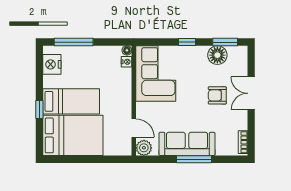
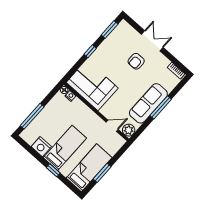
floor lamp: (217, 55) -> (113, 41), removed
nightstand: (52, 64) -> (41, 147), moved
double door: (251, 93) -> (152, 41), swing flipped
bed: (73, 135) -> (89, 168), width x0.67
window: (79, 159) -> (102, 173), added

